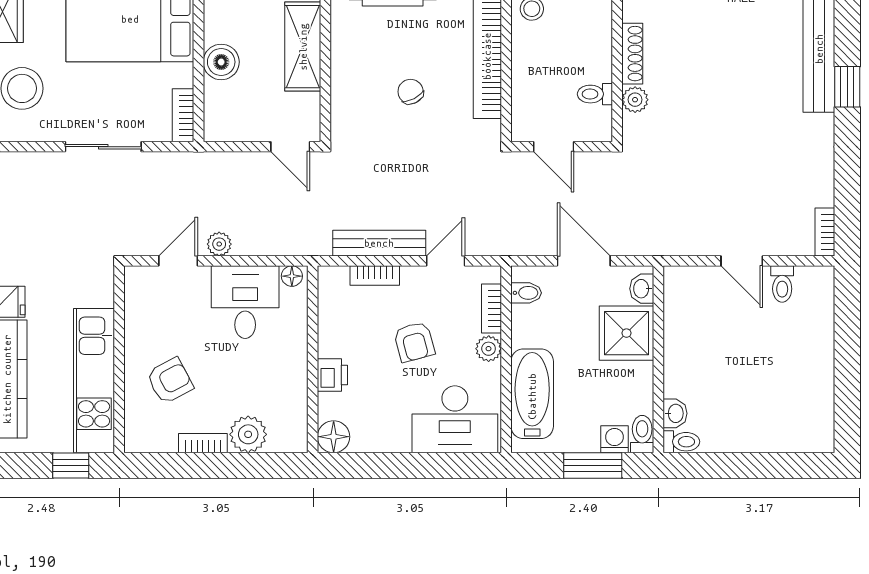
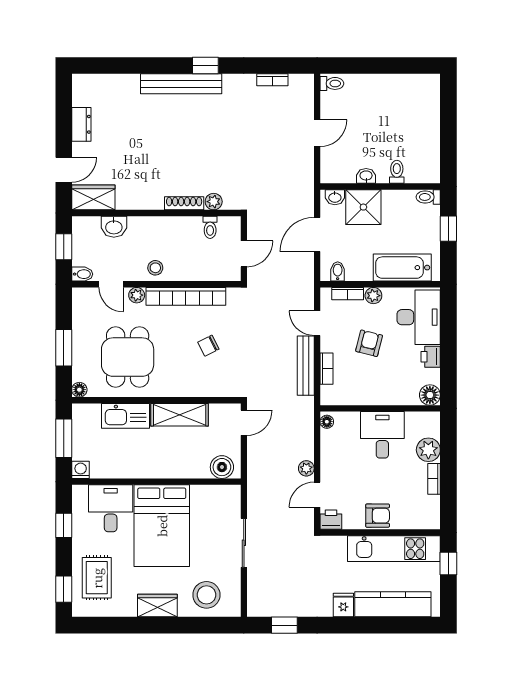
boiler: (221, 62) -> (222, 467), moved
bookcase: (183, 115) -> (224, 492), removed
bookcase: (825, 232) -> (272, 80), moved
door: (178, 261) -> (317, 495), hinge flipped
printer: (139, 282) -> (331, 520), added
toilet: (782, 284) -> (332, 83), moved
desk: (245, 302) -> (382, 435), moved, turned 90
armchair: (414, 342) -> (369, 343), turned -61
printer: (332, 375) -> (431, 357), moved, turned -90
armchair: (170, 381) -> (378, 516), moved, turned 118
washbasin: (675, 413) -> (366, 176), moved
washing machine: (614, 439) -> (431, 215), removed
toilet: (681, 442) -> (397, 172), moved
window: (593, 466) -> (448, 229), width x0.67

